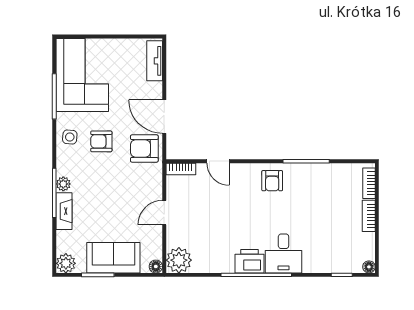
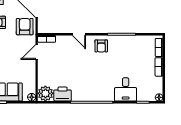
armchair: (144, 148) -> (25, 27), turned 90
door: (218, 161) -> (79, 34), moved
door: (164, 213) -> (37, 52), moved
desk: (284, 253) -> (126, 89), moved
printer: (250, 261) -> (63, 94), moved

